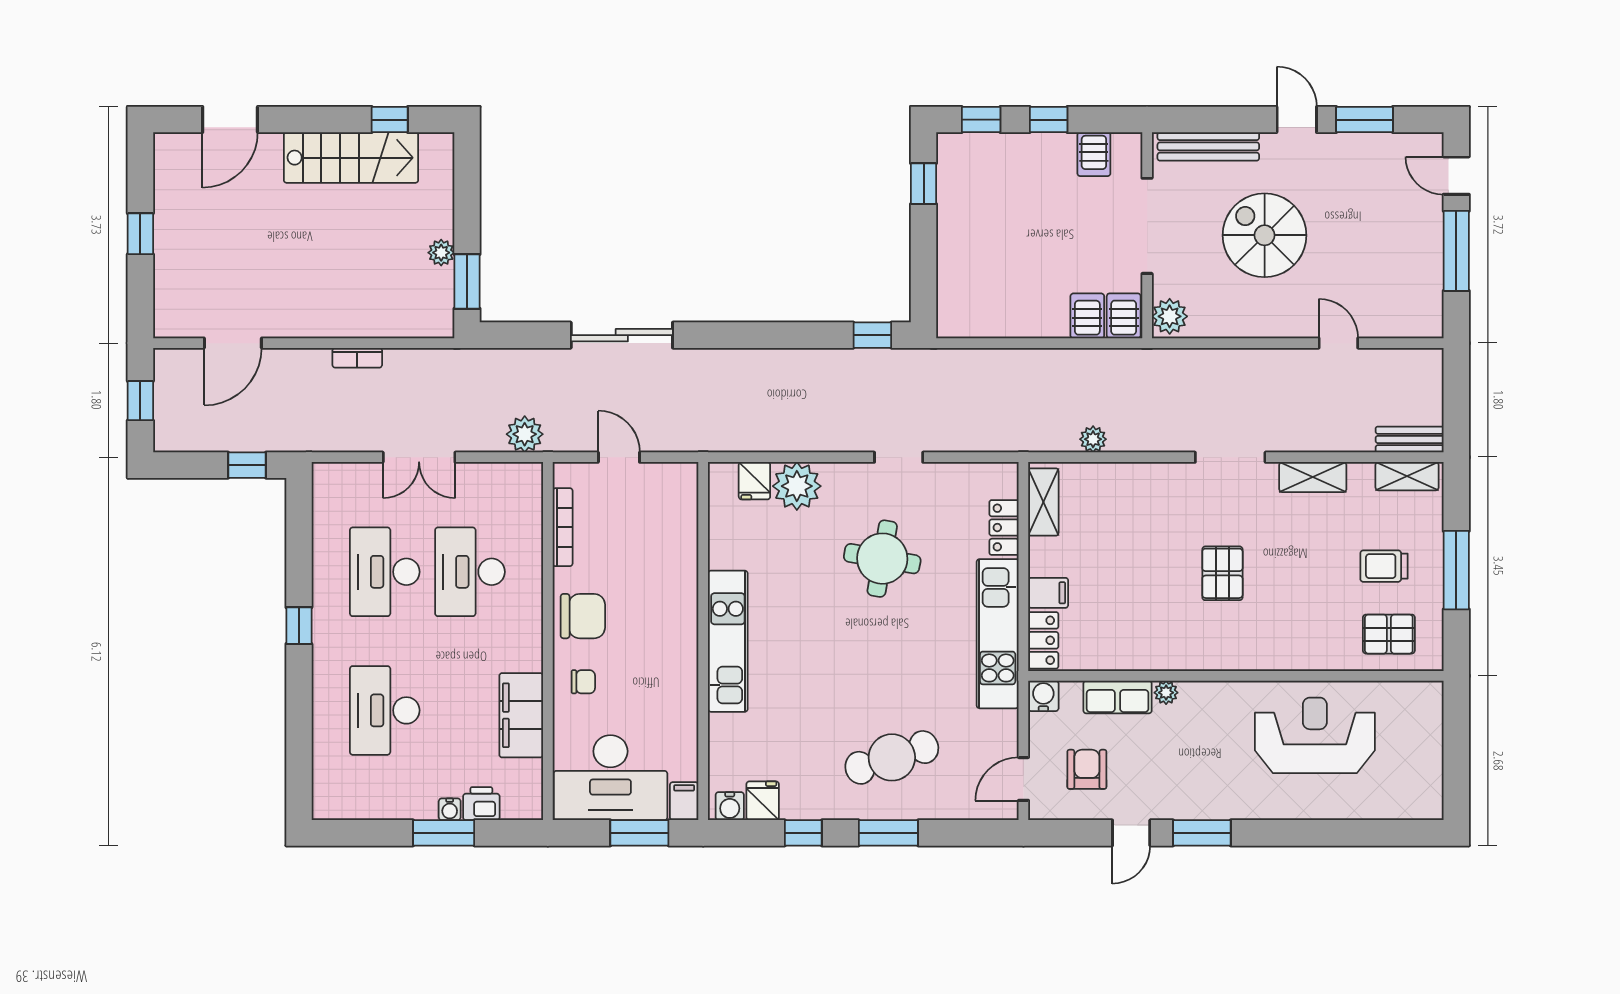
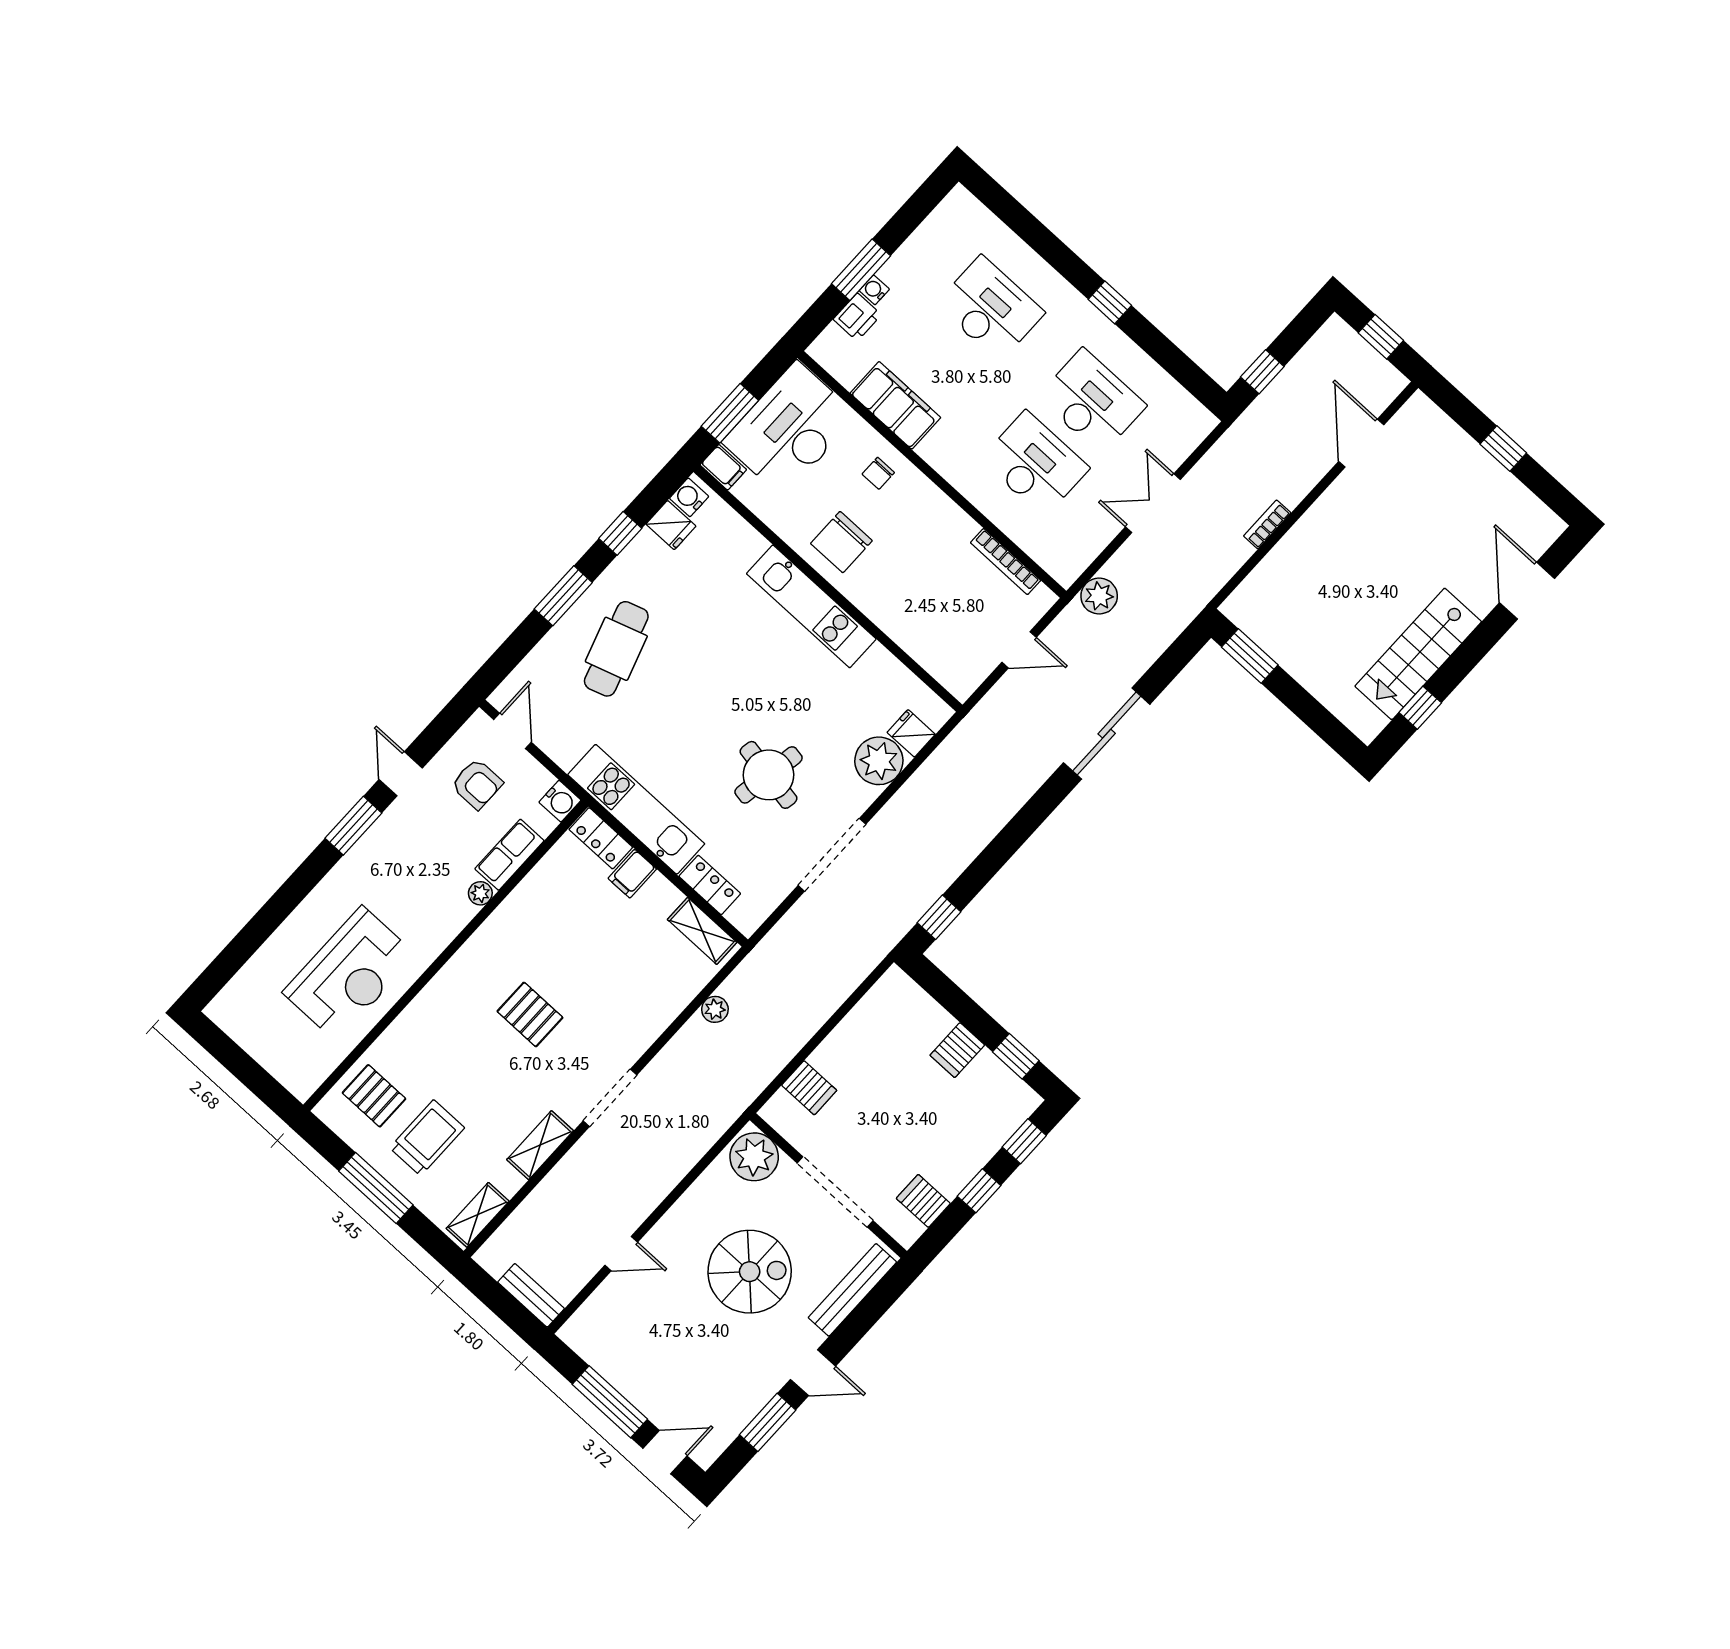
plant: (441, 253) -> (1288, 656), removed
server rack: (1124, 316) -> (957, 1050), moved, turned 90
plant: (1170, 316) -> (754, 1157), width x1.36, depth x1.36
bench: (1410, 439) -> (531, 1295), moved, turned 90
doorway: (899, 457) -> (832, 855), width x1.88
trolley: (1384, 566) -> (427, 1138), width x1.36, depth x1.39
chair: (583, 616) -> (841, 542), moved
pallet: (1389, 634) -> (374, 1096), turned 90

